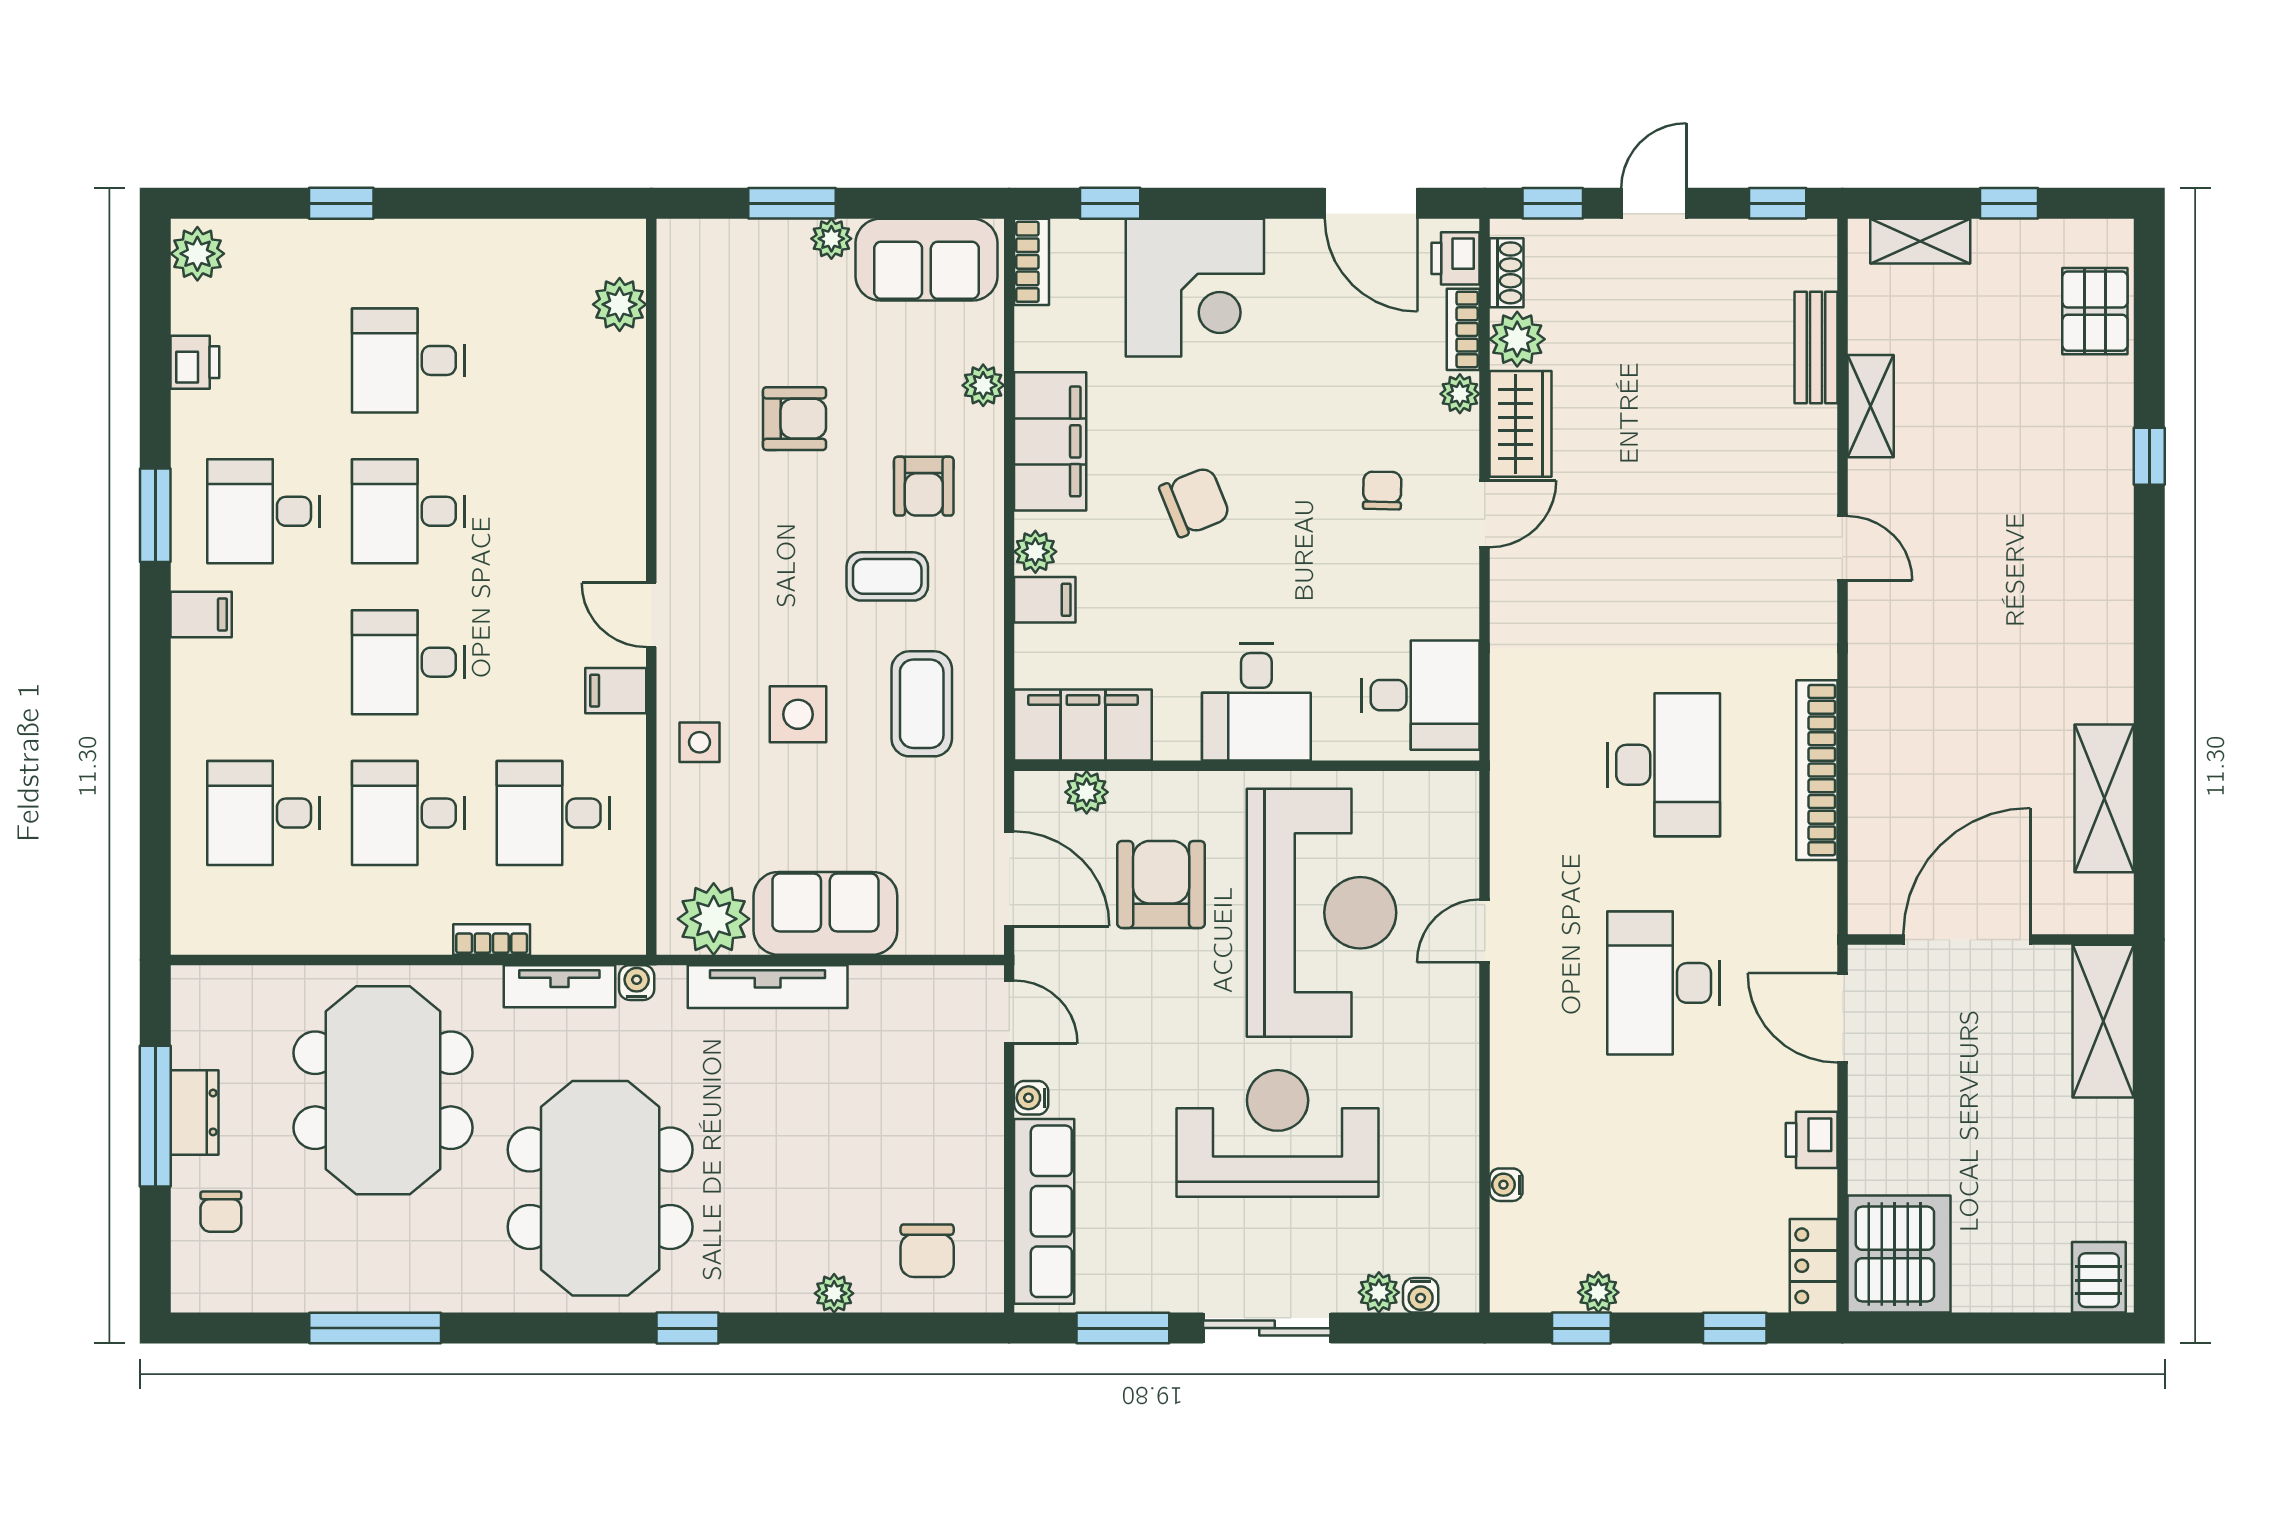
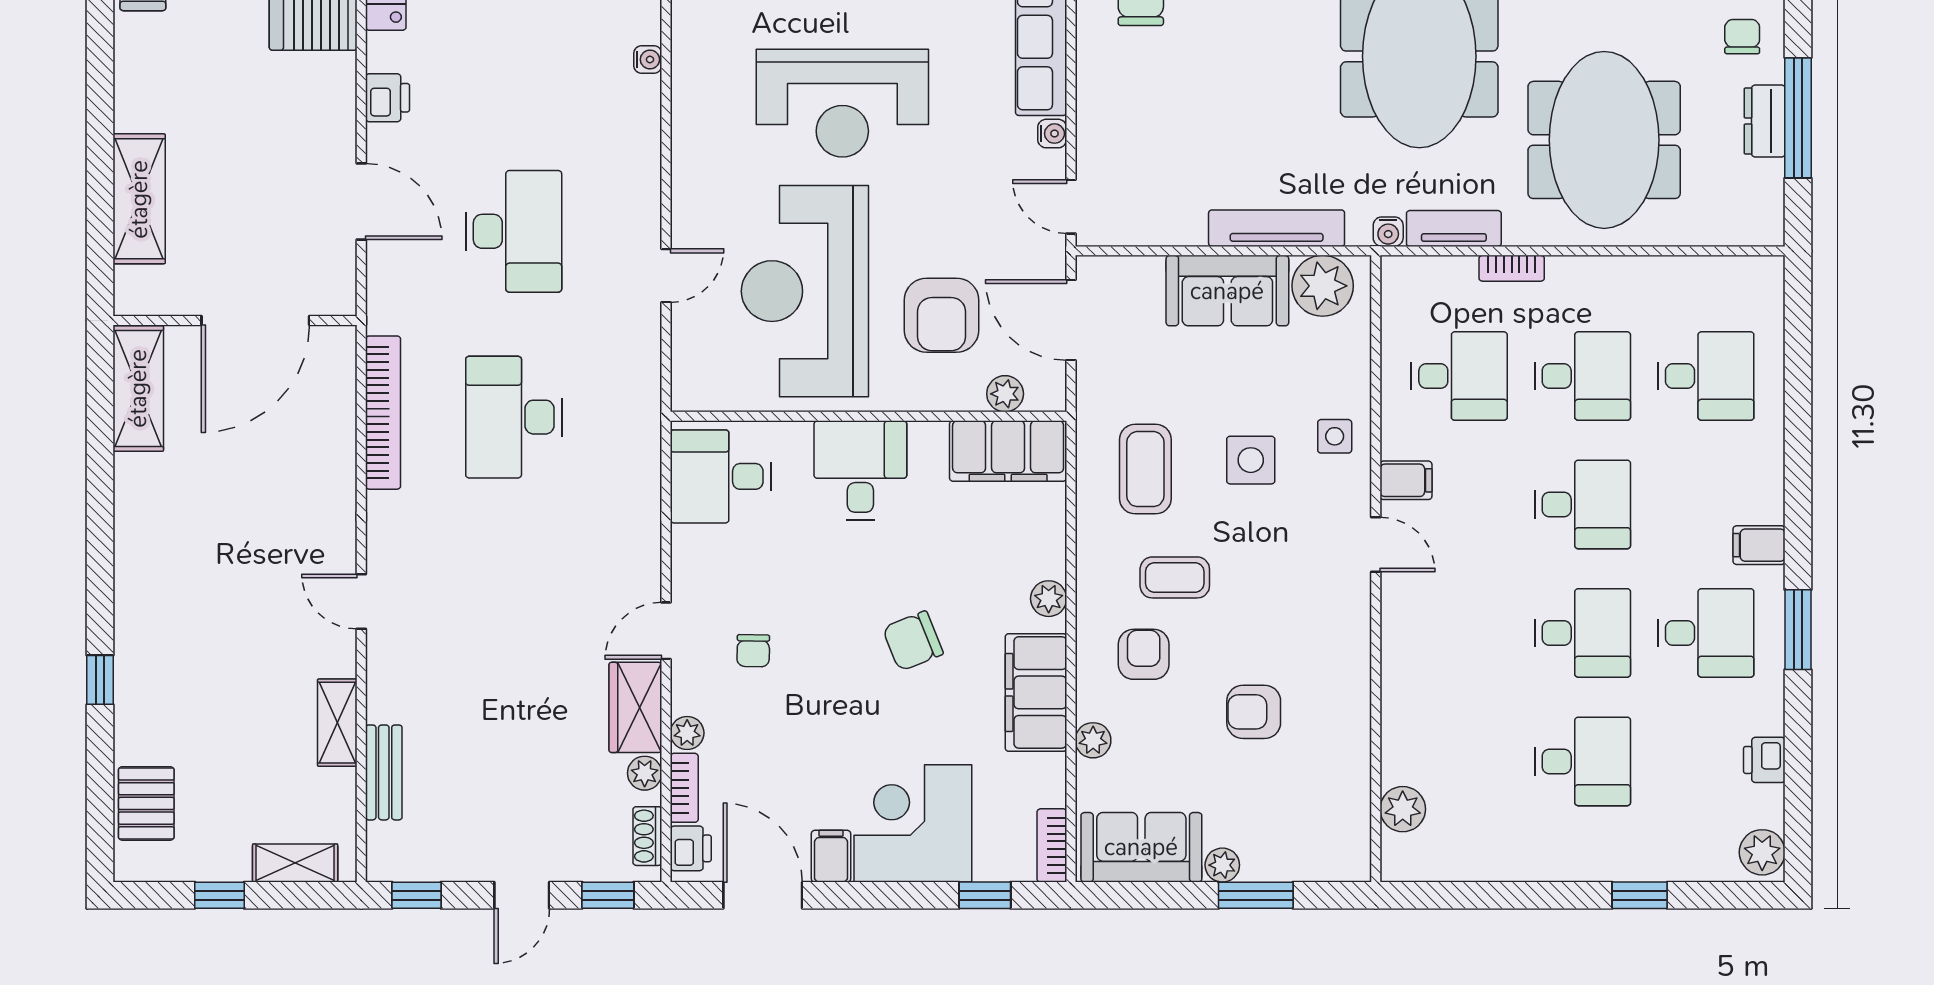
plant: (1517, 339) -> (645, 773), width x0.73, depth x0.73
filing cabinet: (1045, 600) -> (831, 856), moved, turned 90
door: (1967, 939) -> (255, 321), moved
wall: (1991, 939) -> (235, 321), moved

